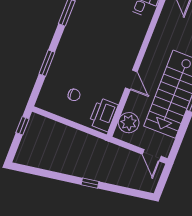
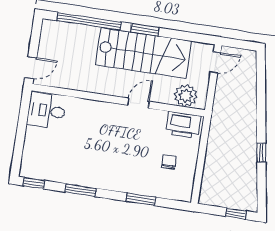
window: (22, 126) -> (236, 214), moved
window: (90, 183) -> (261, 153), moved

